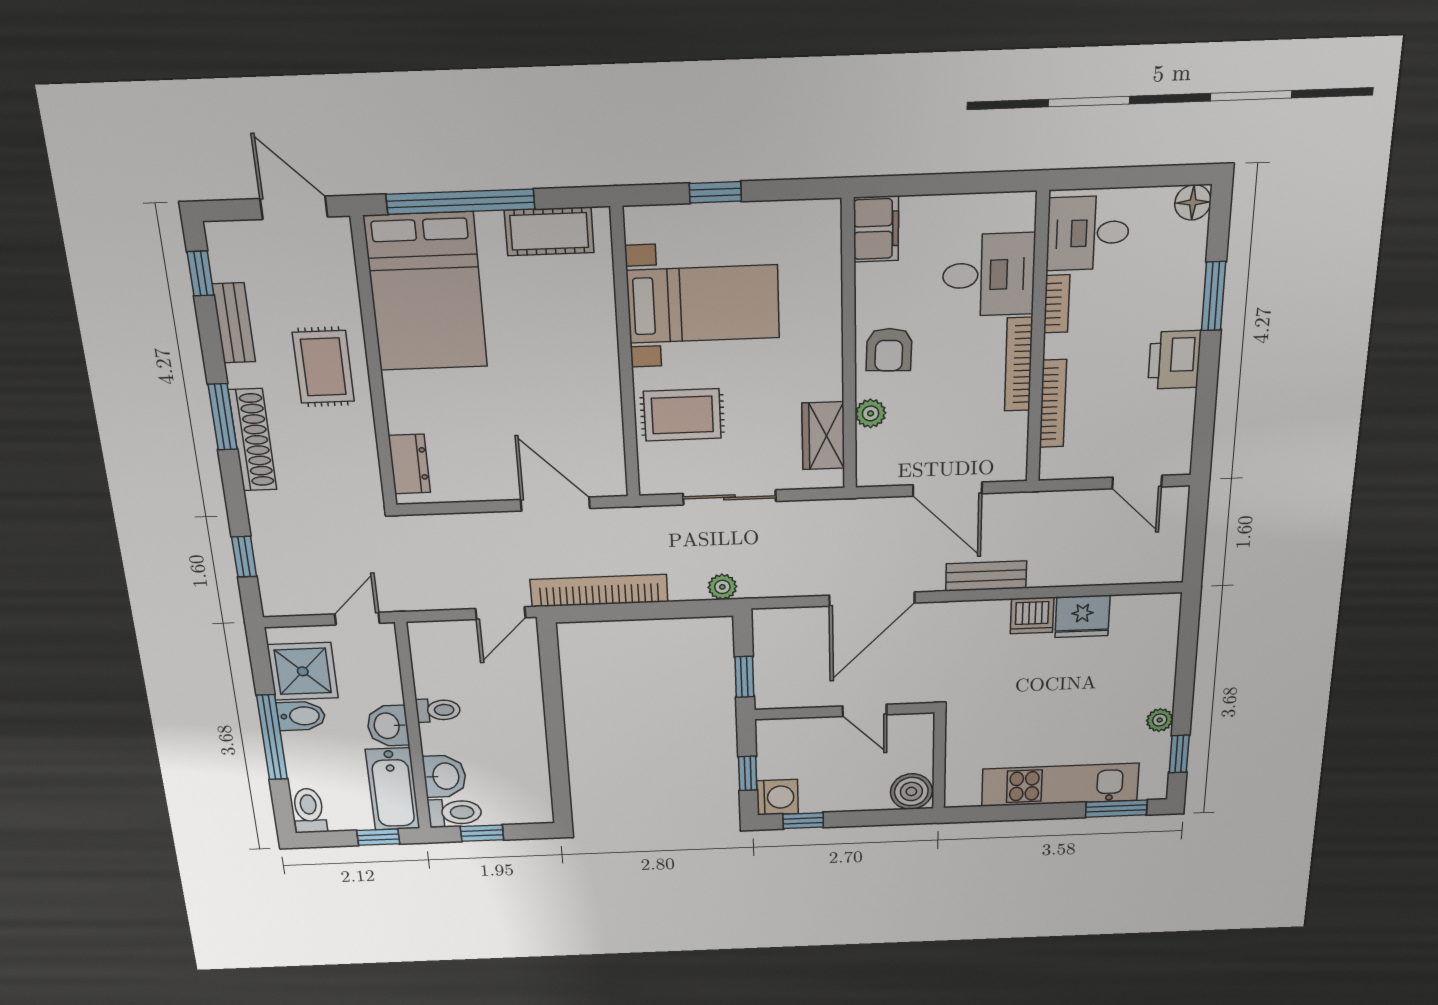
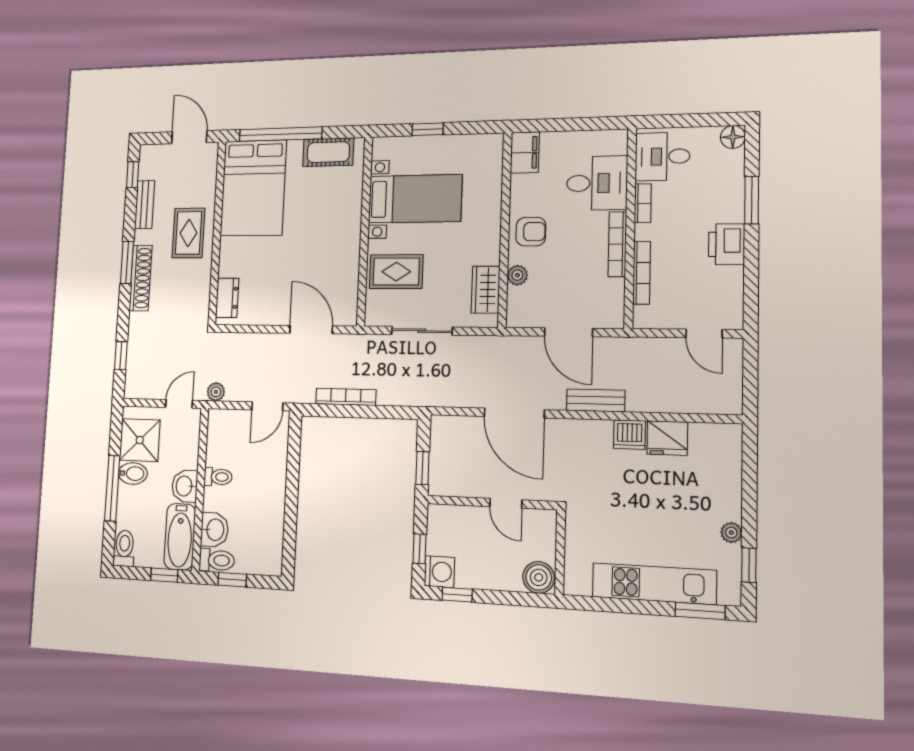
armchair: (889, 350) -> (531, 232), turned -92
plant: (722, 587) -> (216, 392), moved
bookcase: (599, 591) -> (346, 397), width x0.68, depth x0.76
door: (872, 599) -> (514, 413), hinge flipped

